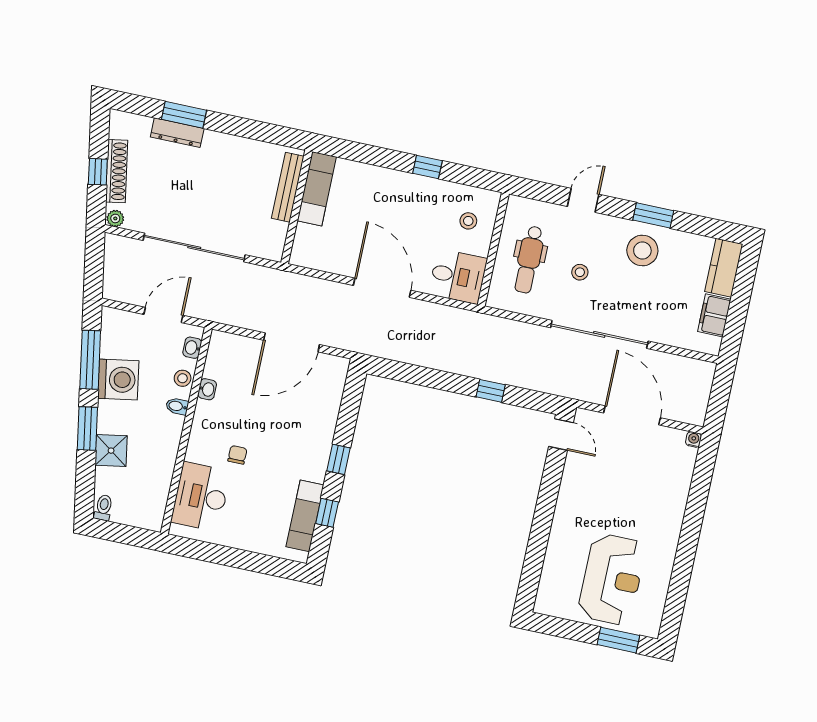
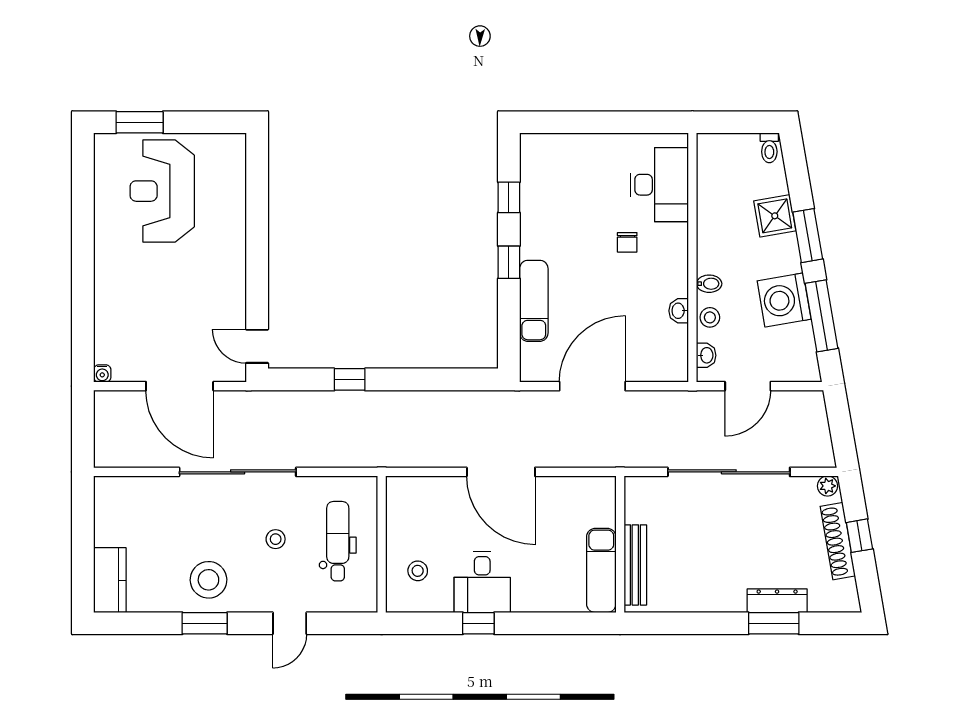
desk: (458, 276) -> (482, 582), moved, turned -90
filing cabinet: (714, 315) -> (109, 522), removed
exam couch: (305, 516) -> (534, 301), moved

